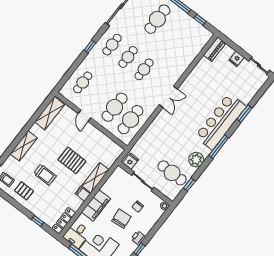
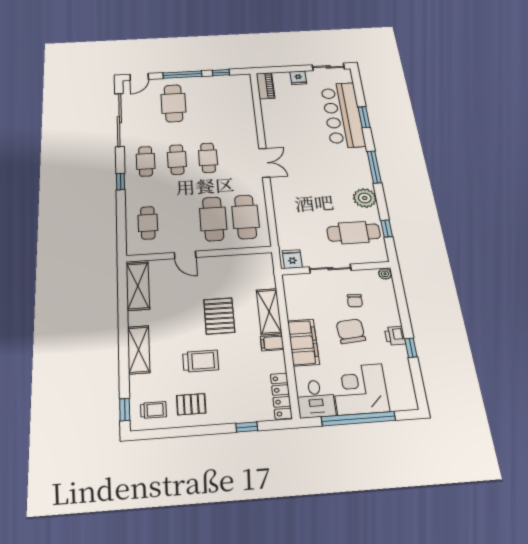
bar counter: (221, 122) -> (343, 115), moved
pallet: (72, 160) -> (219, 316), turned 90

